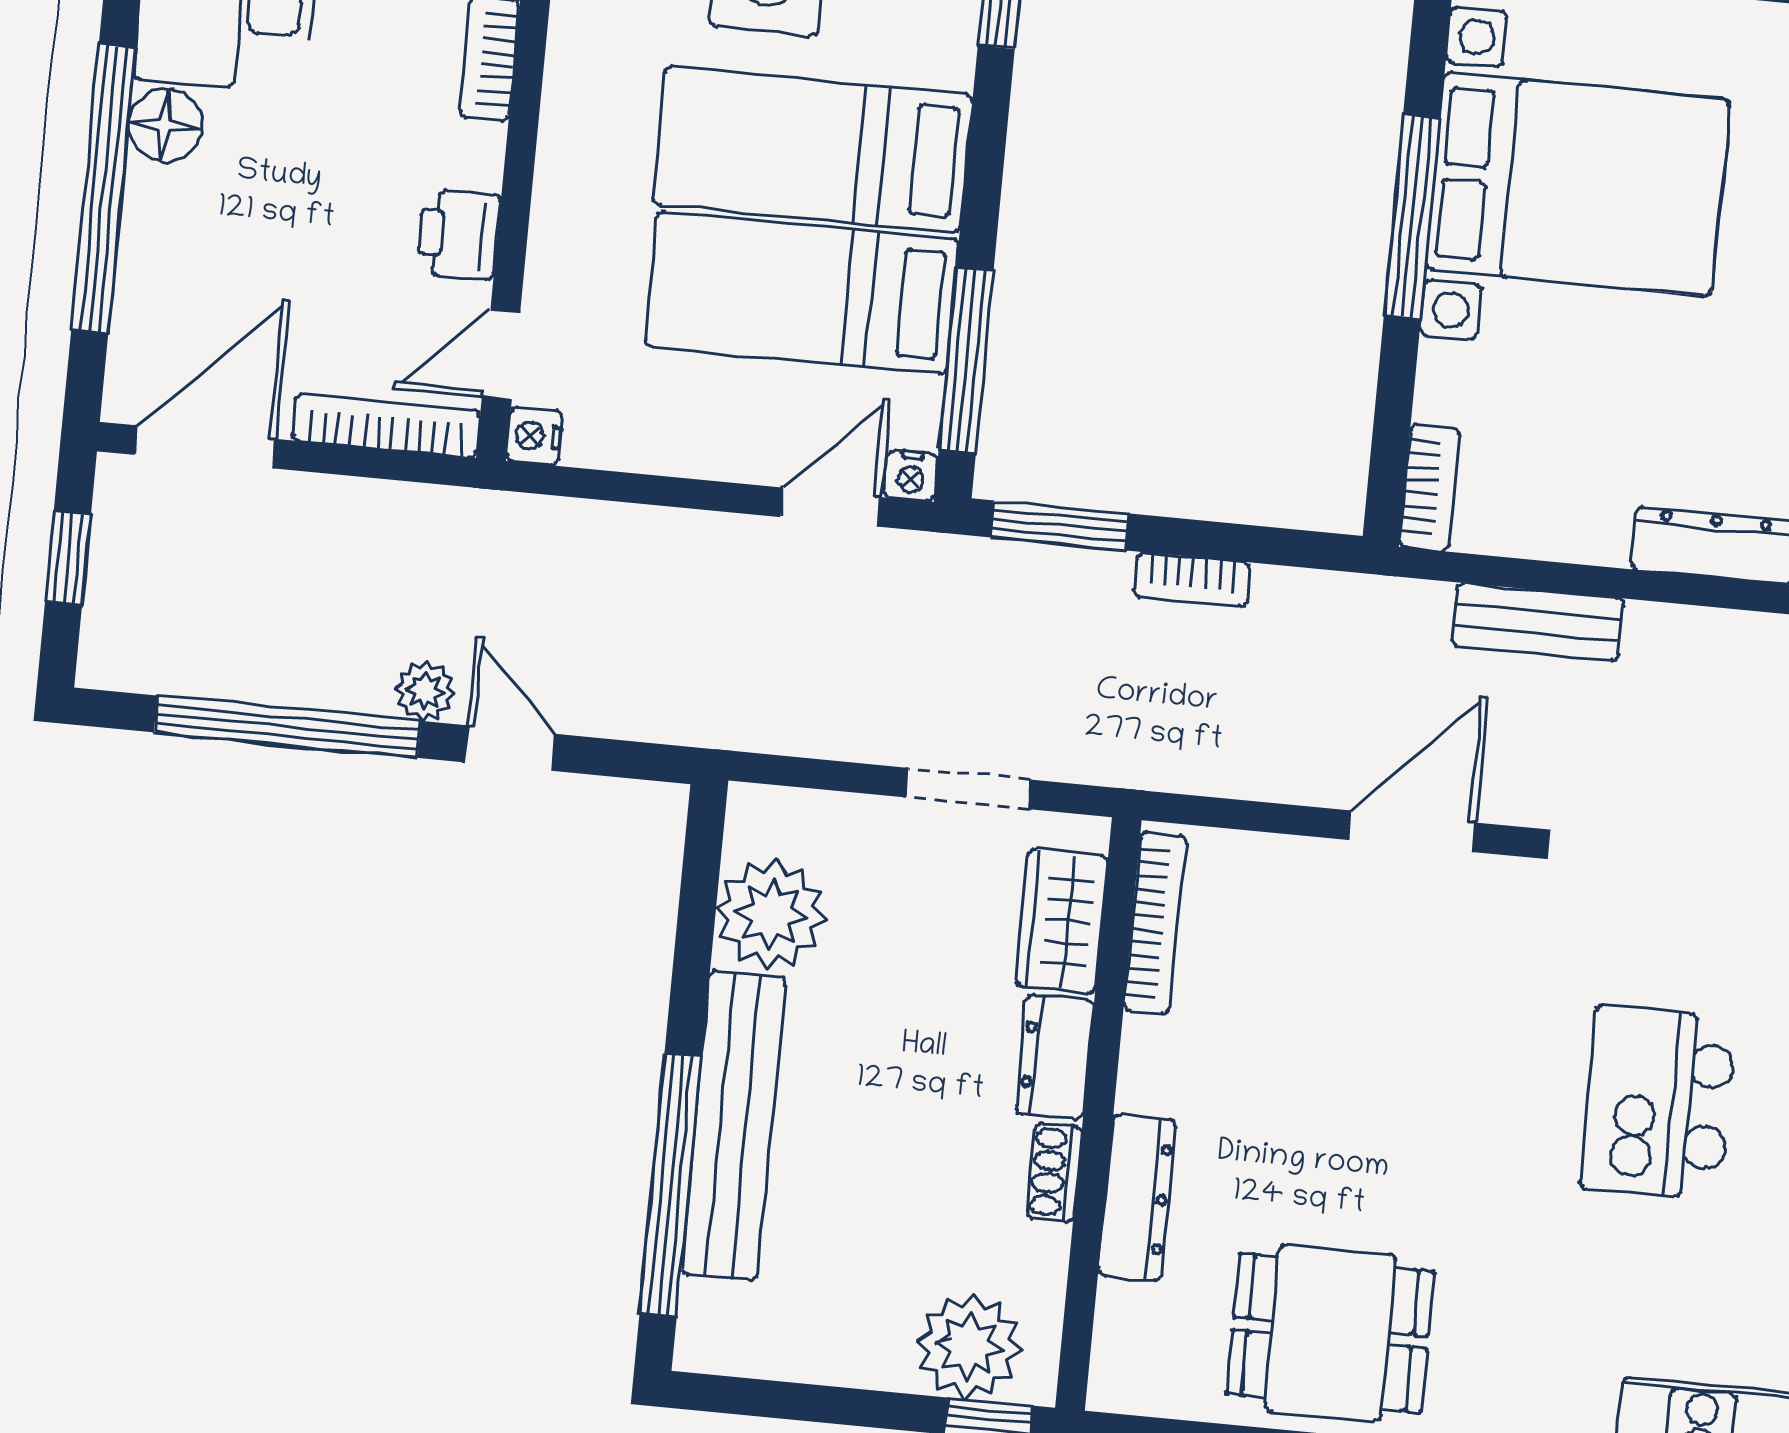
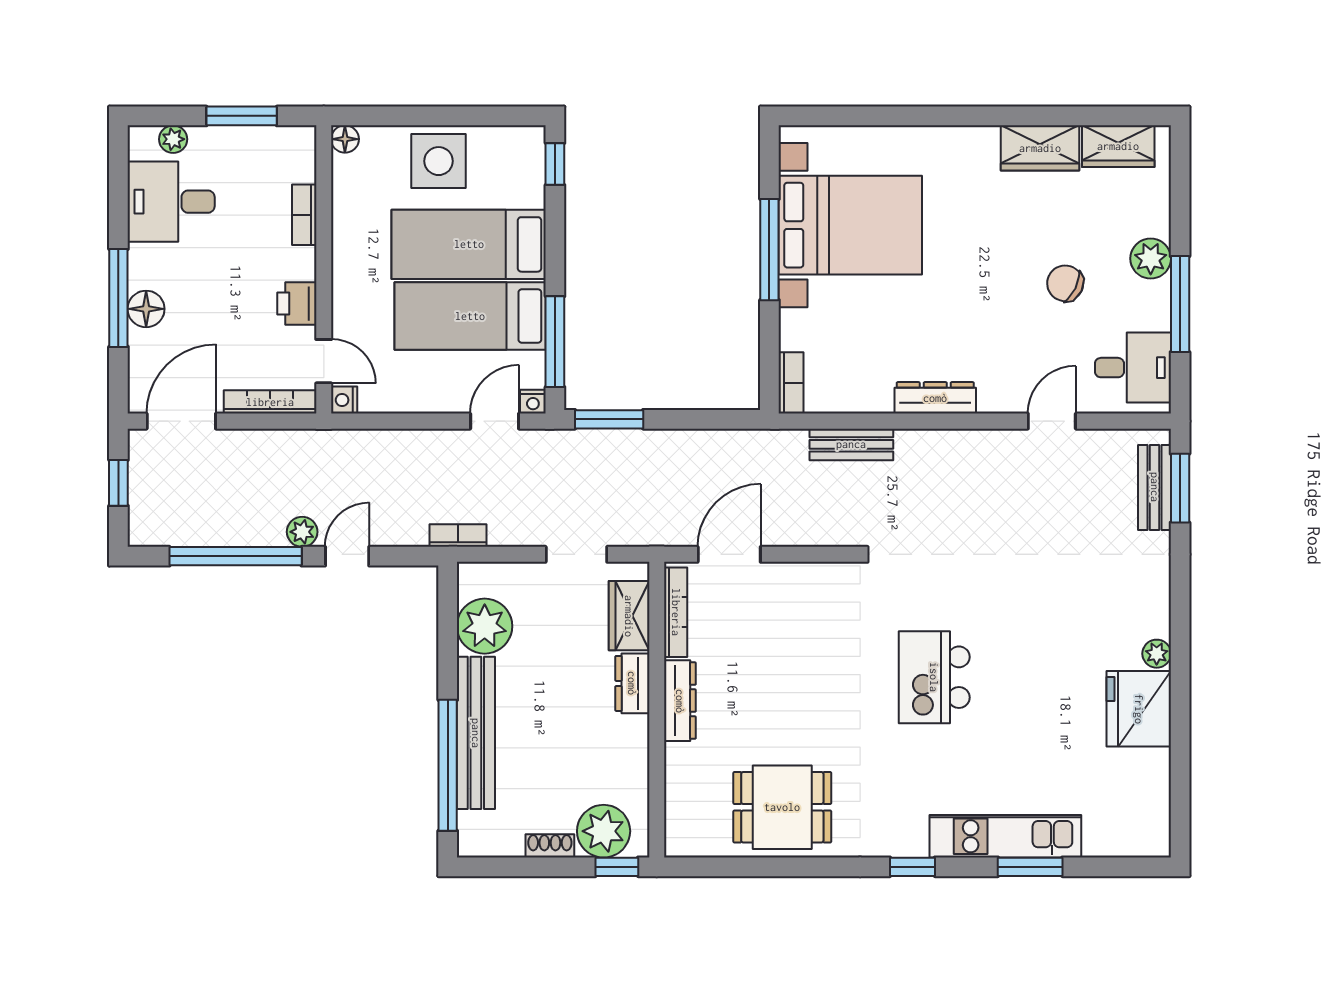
floor lamp: (165, 125) -> (146, 309), moved
window: (103, 189) -> (118, 298), width x0.68
door: (501, 355) -> (324, 361), swing flipped
bookcase: (1192, 580) -> (458, 536), moved, turned 180
door: (510, 748) -> (347, 556), hinge flipped
door: (1412, 831) -> (729, 554), moved
shoe rack: (1054, 1172) -> (550, 846), moved, turned 90
dresser: (1137, 1198) -> (680, 701), moved

